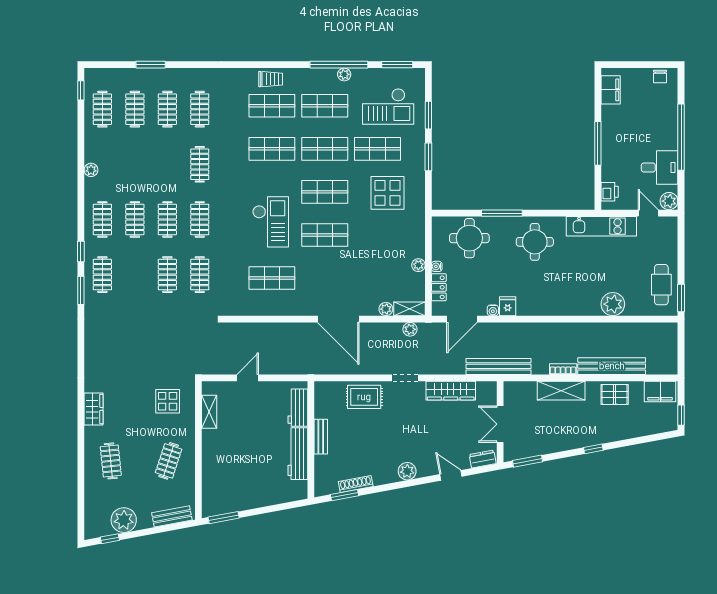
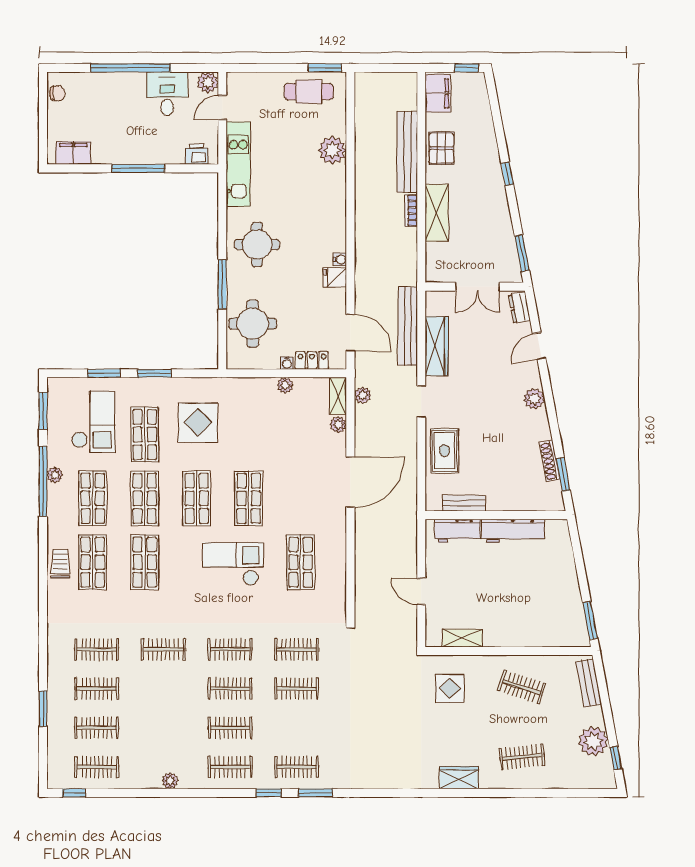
water cooler: (493, 310) -> (340, 259), moved
bench: (498, 366) -> (408, 326), moved
bench: (321, 437) -> (464, 503), moved

